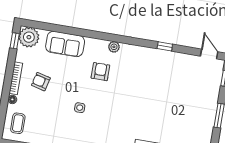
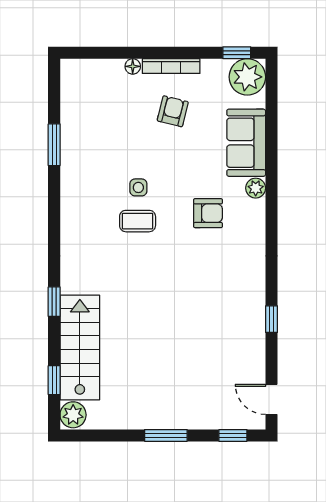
plant: (114, 47) -> (256, 188), moved
door: (209, 54) -> (271, 399), swing flipped
coffee table: (18, 123) -> (138, 221), moved

